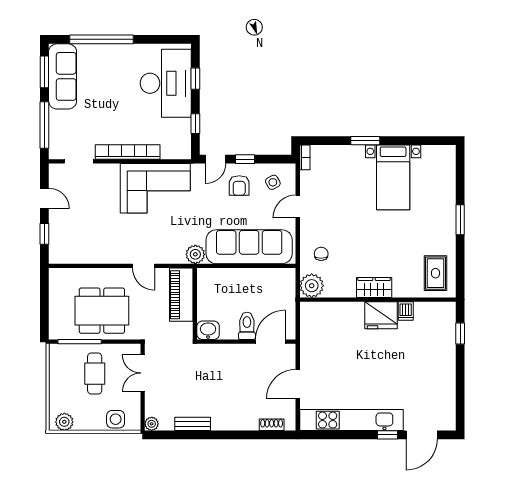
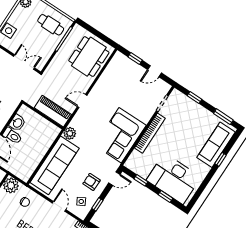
window: (102, 39) -> (221, 159), width x0.32
sofa: (63, 76) -> (216, 145), moved, turned 90
window: (44, 125) -> (194, 98), width x0.46
door: (216, 159) -> (114, 179), swing flipped
window: (245, 159) -> (97, 204), moved
dining table: (102, 311) -> (89, 57), moved
washbasin: (208, 330) -> (17, 123), moved
cafe table: (95, 374) -> (51, 25), moved

